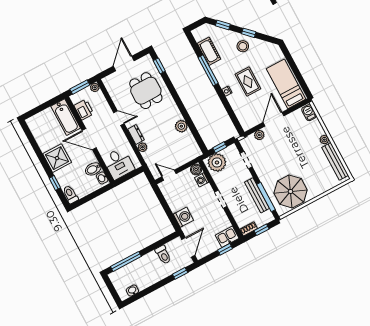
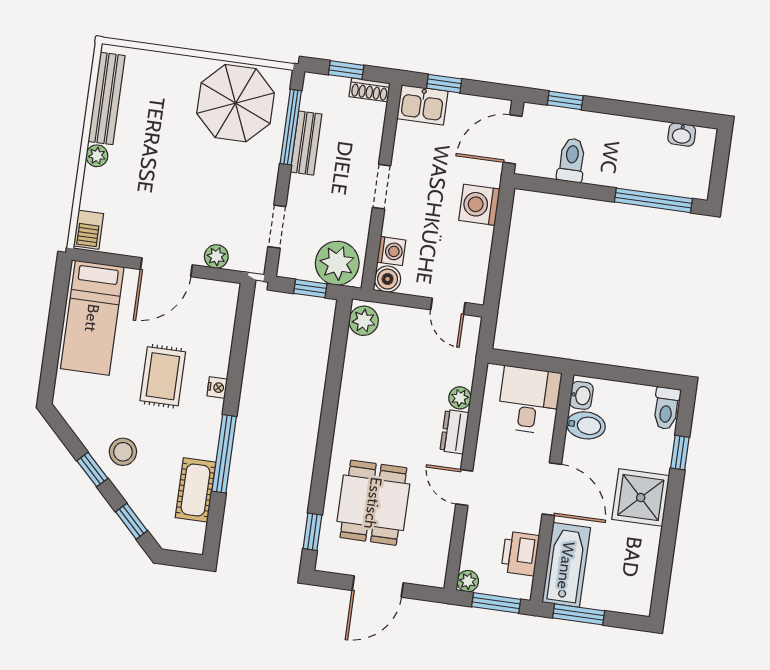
window: (49, 103) -> (579, 614), added
plant: (181, 126) -> (364, 321), moved
bench: (257, 195) -> (306, 143), width x0.73

